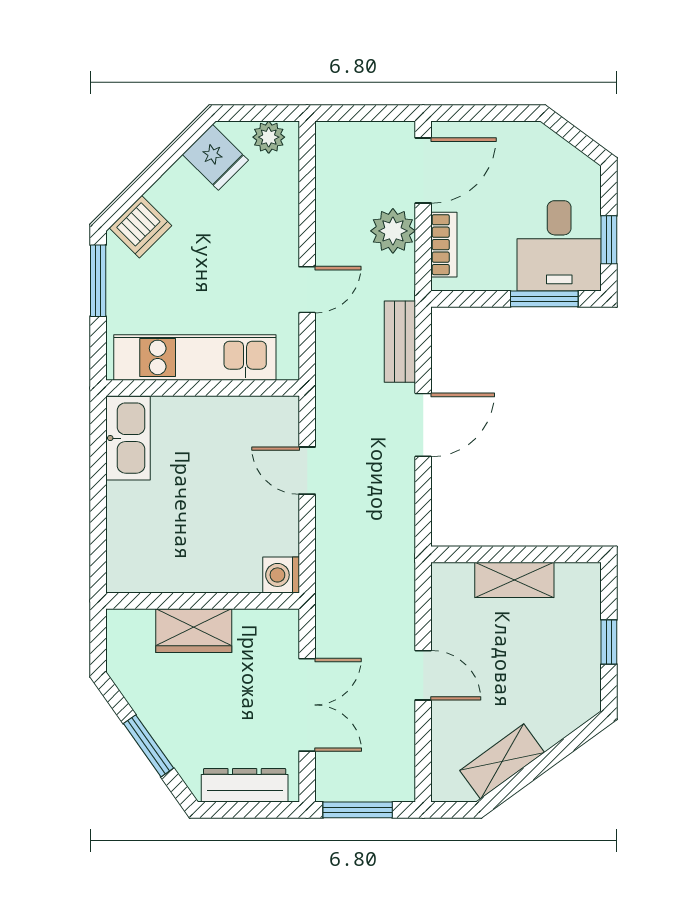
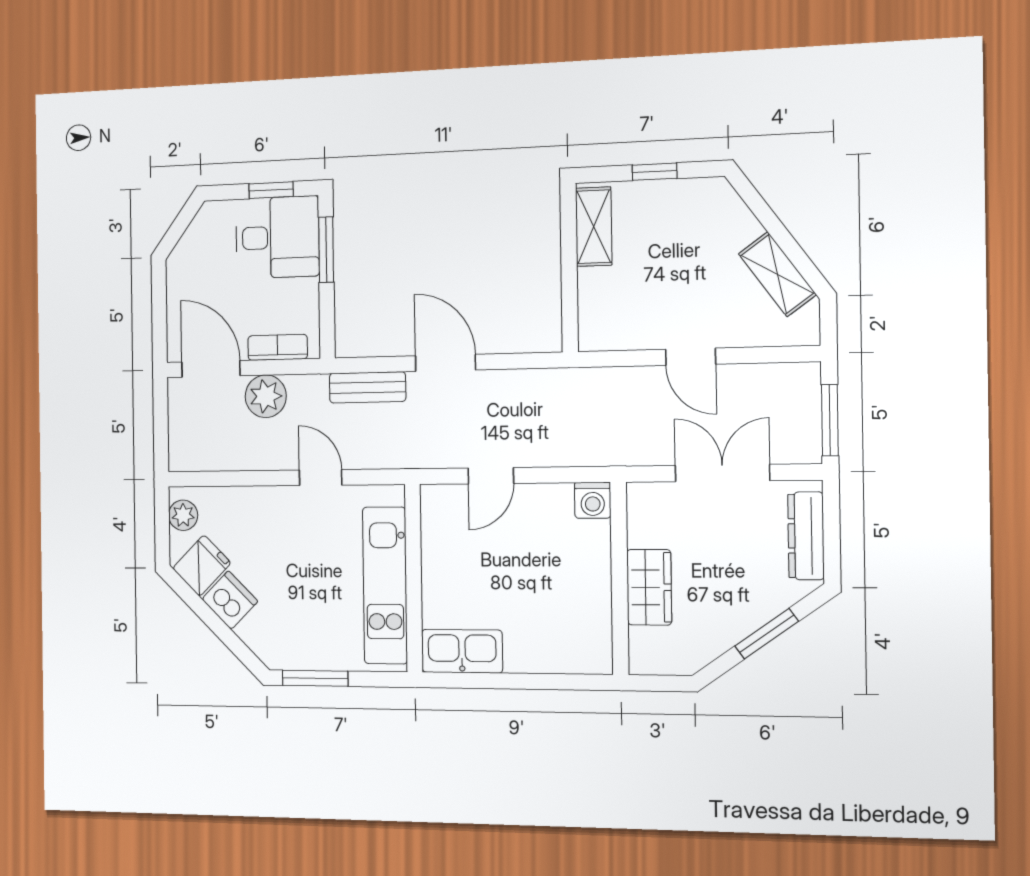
dishwasher: (140, 227) -> (230, 600), moved
shelving: (514, 580) -> (594, 227), moved
door: (423, 675) -> (691, 357), swing flipped

